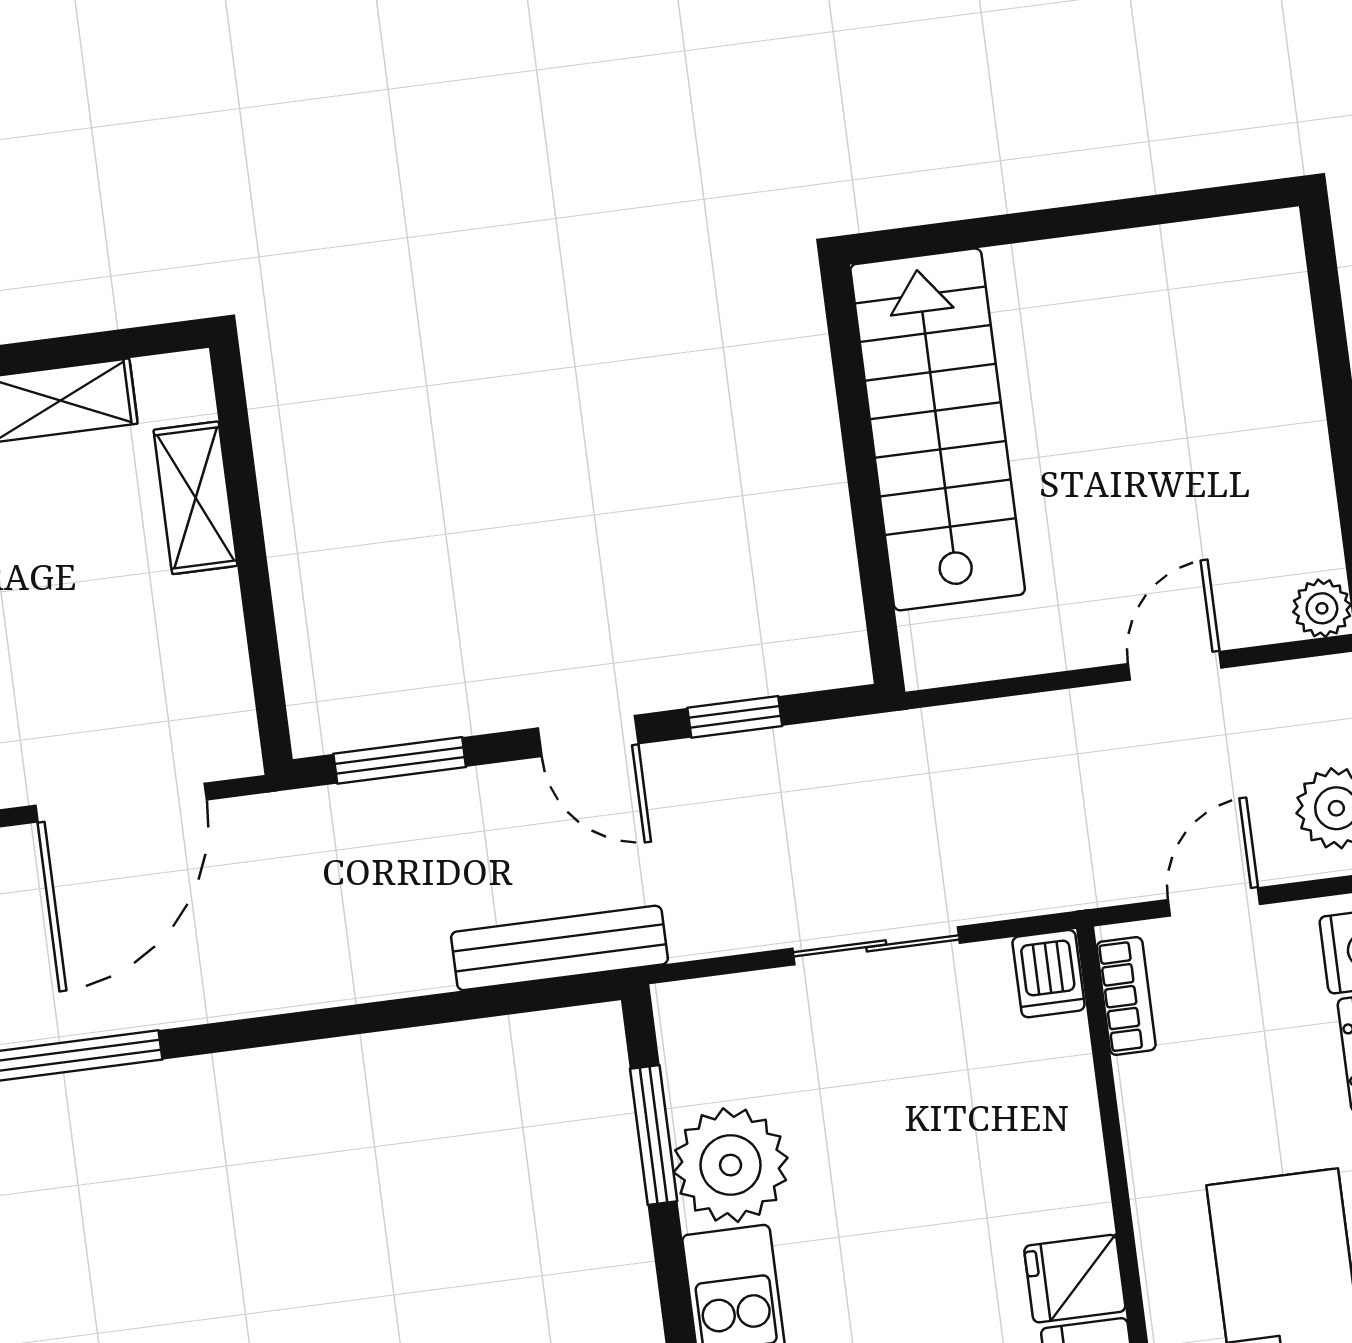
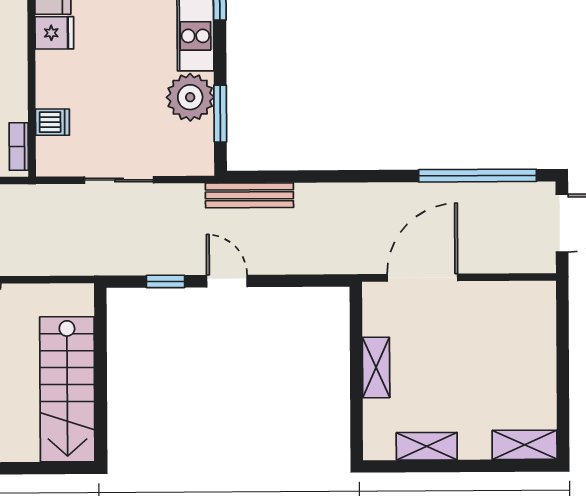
shelving: (195, 498) -> (376, 368), moved
window: (400, 760) -> (306, 281), removed
dishwasher: (1049, 974) -> (52, 122), moved, turned 90

